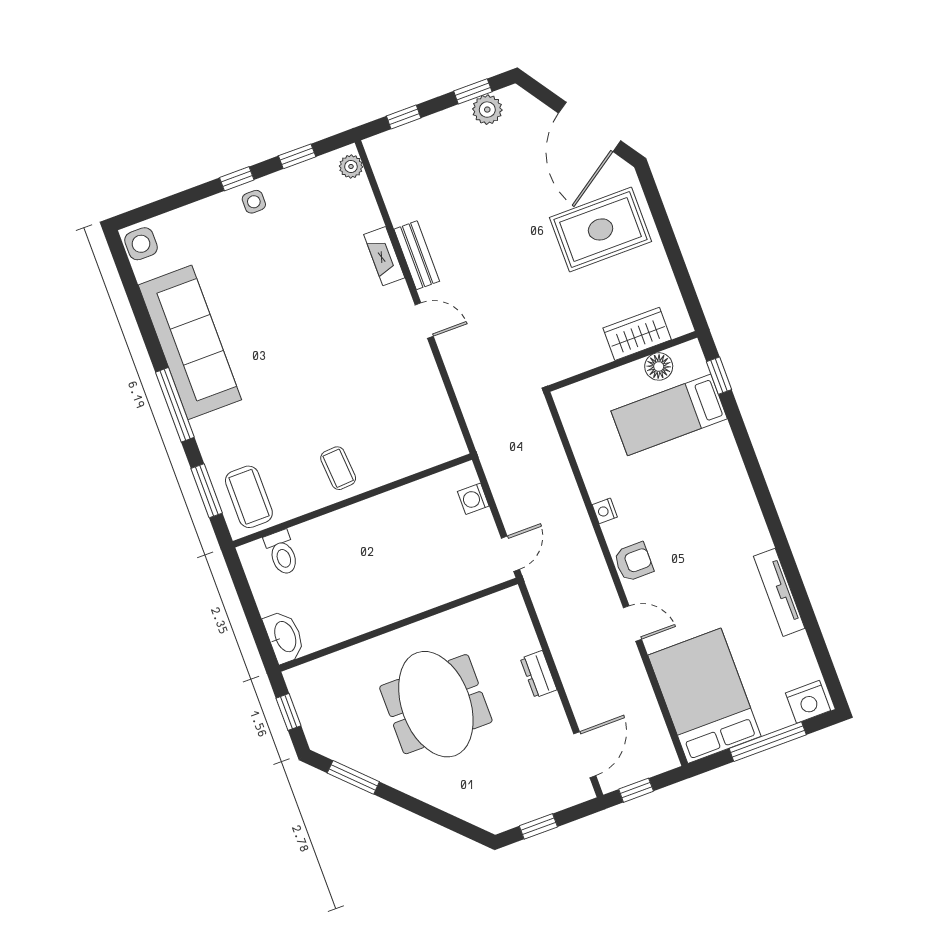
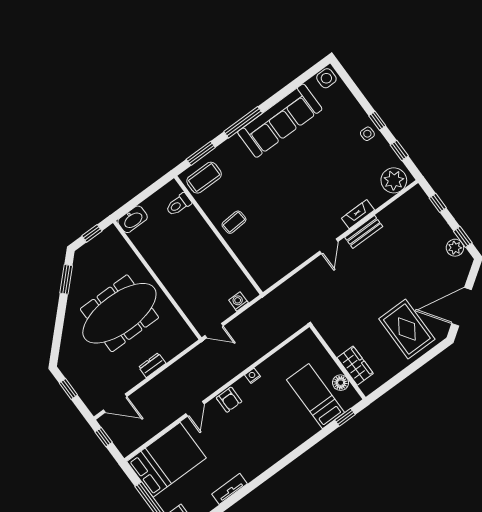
plant: (351, 166) -> (394, 180), width x1.88, depth x1.88
tv unit: (779, 592) -> (230, 489), width x0.71
meeting table: (436, 704) -> (119, 313), width x1.36

